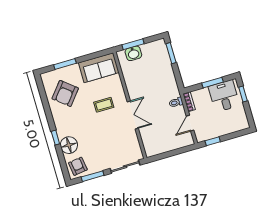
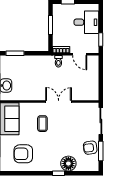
armchair: (65, 93) -> (23, 154), turned 141
desk: (224, 96) -> (86, 22), moved, turned 180
armchair: (78, 166) -> (90, 148), moved

